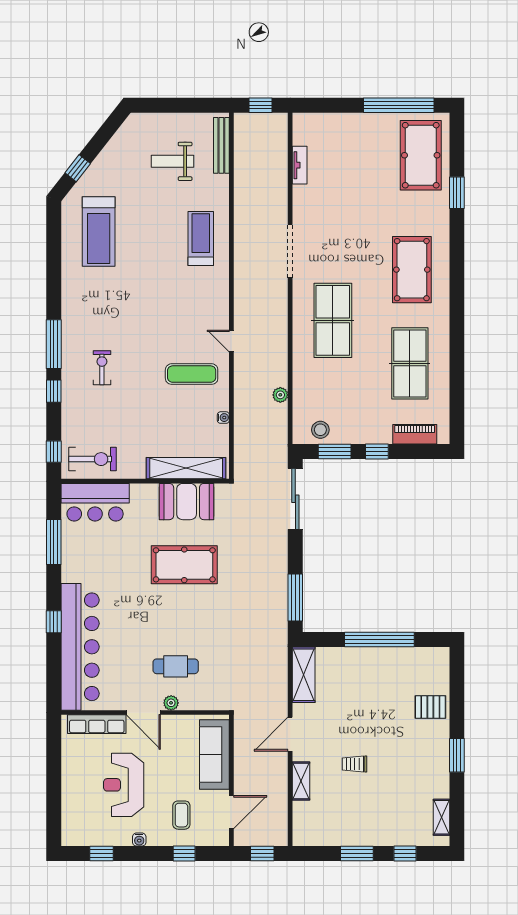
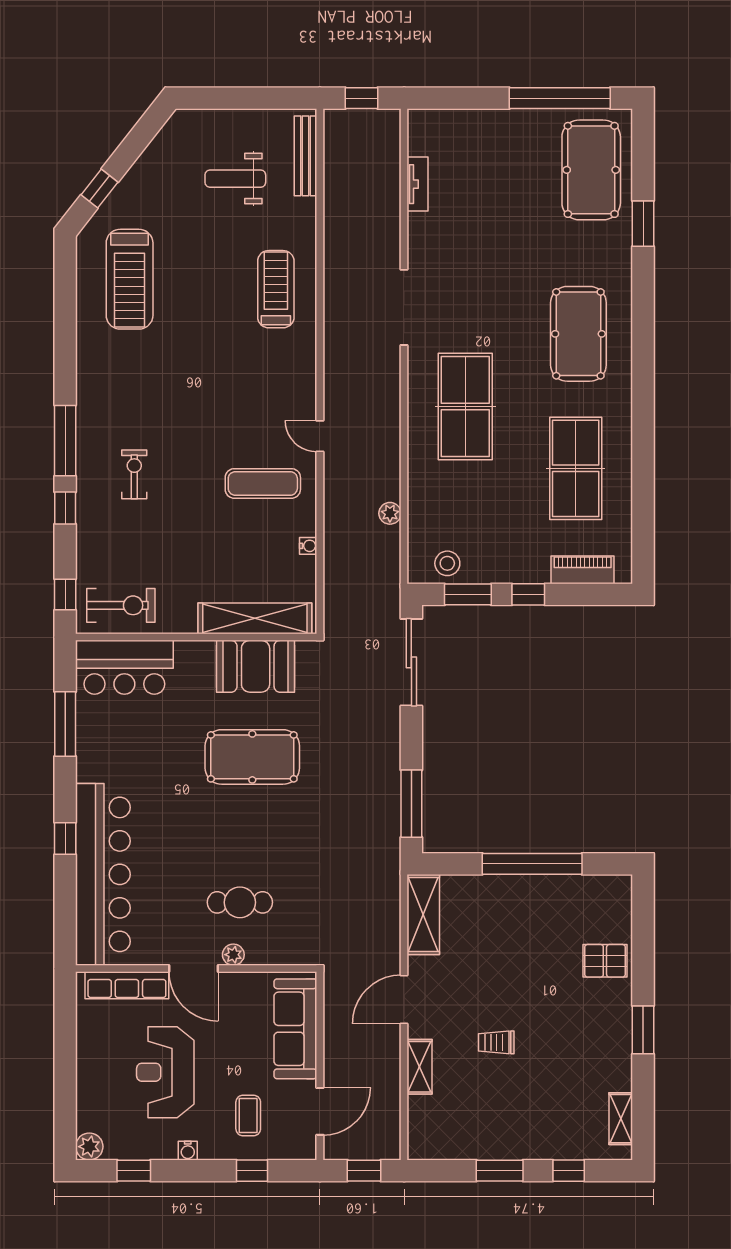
plant: (71, 837) -> (89, 1147), added

